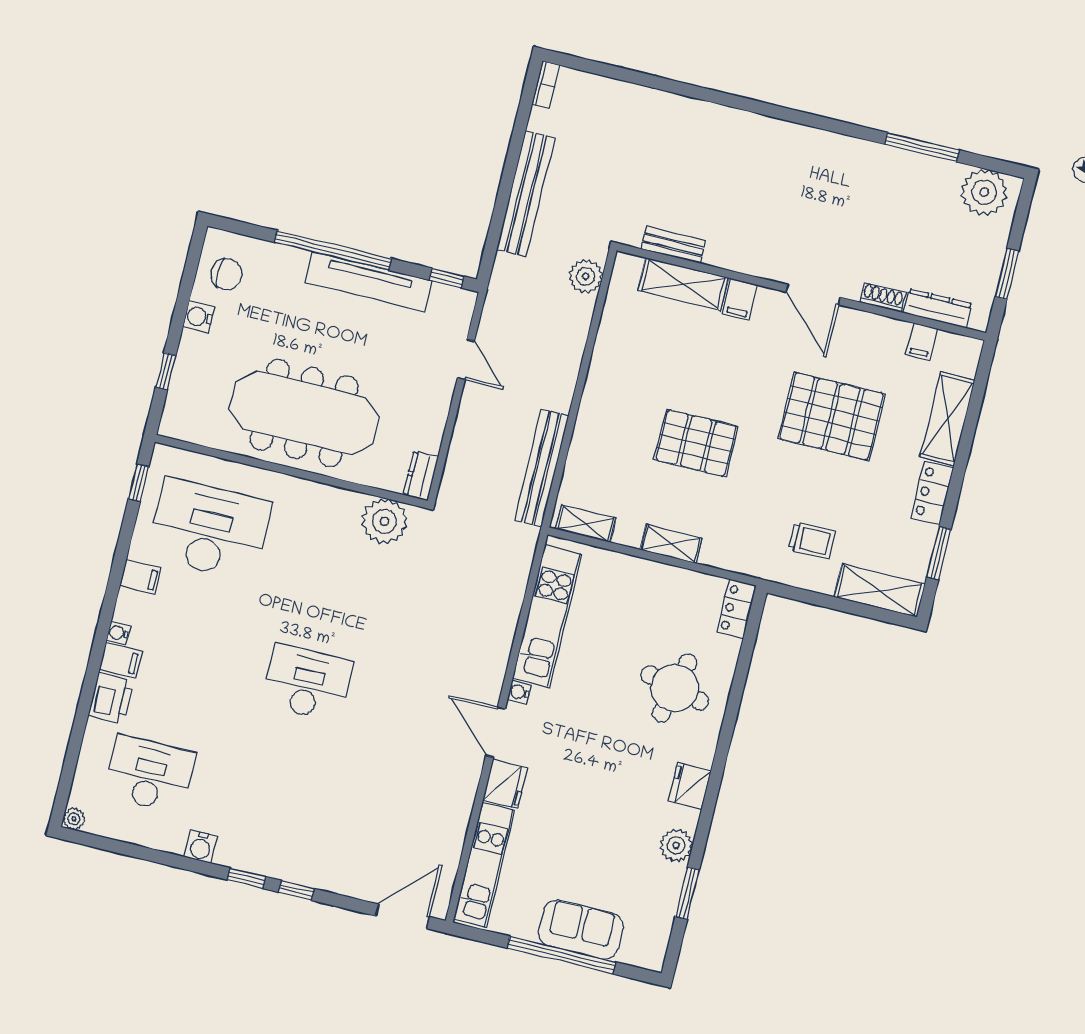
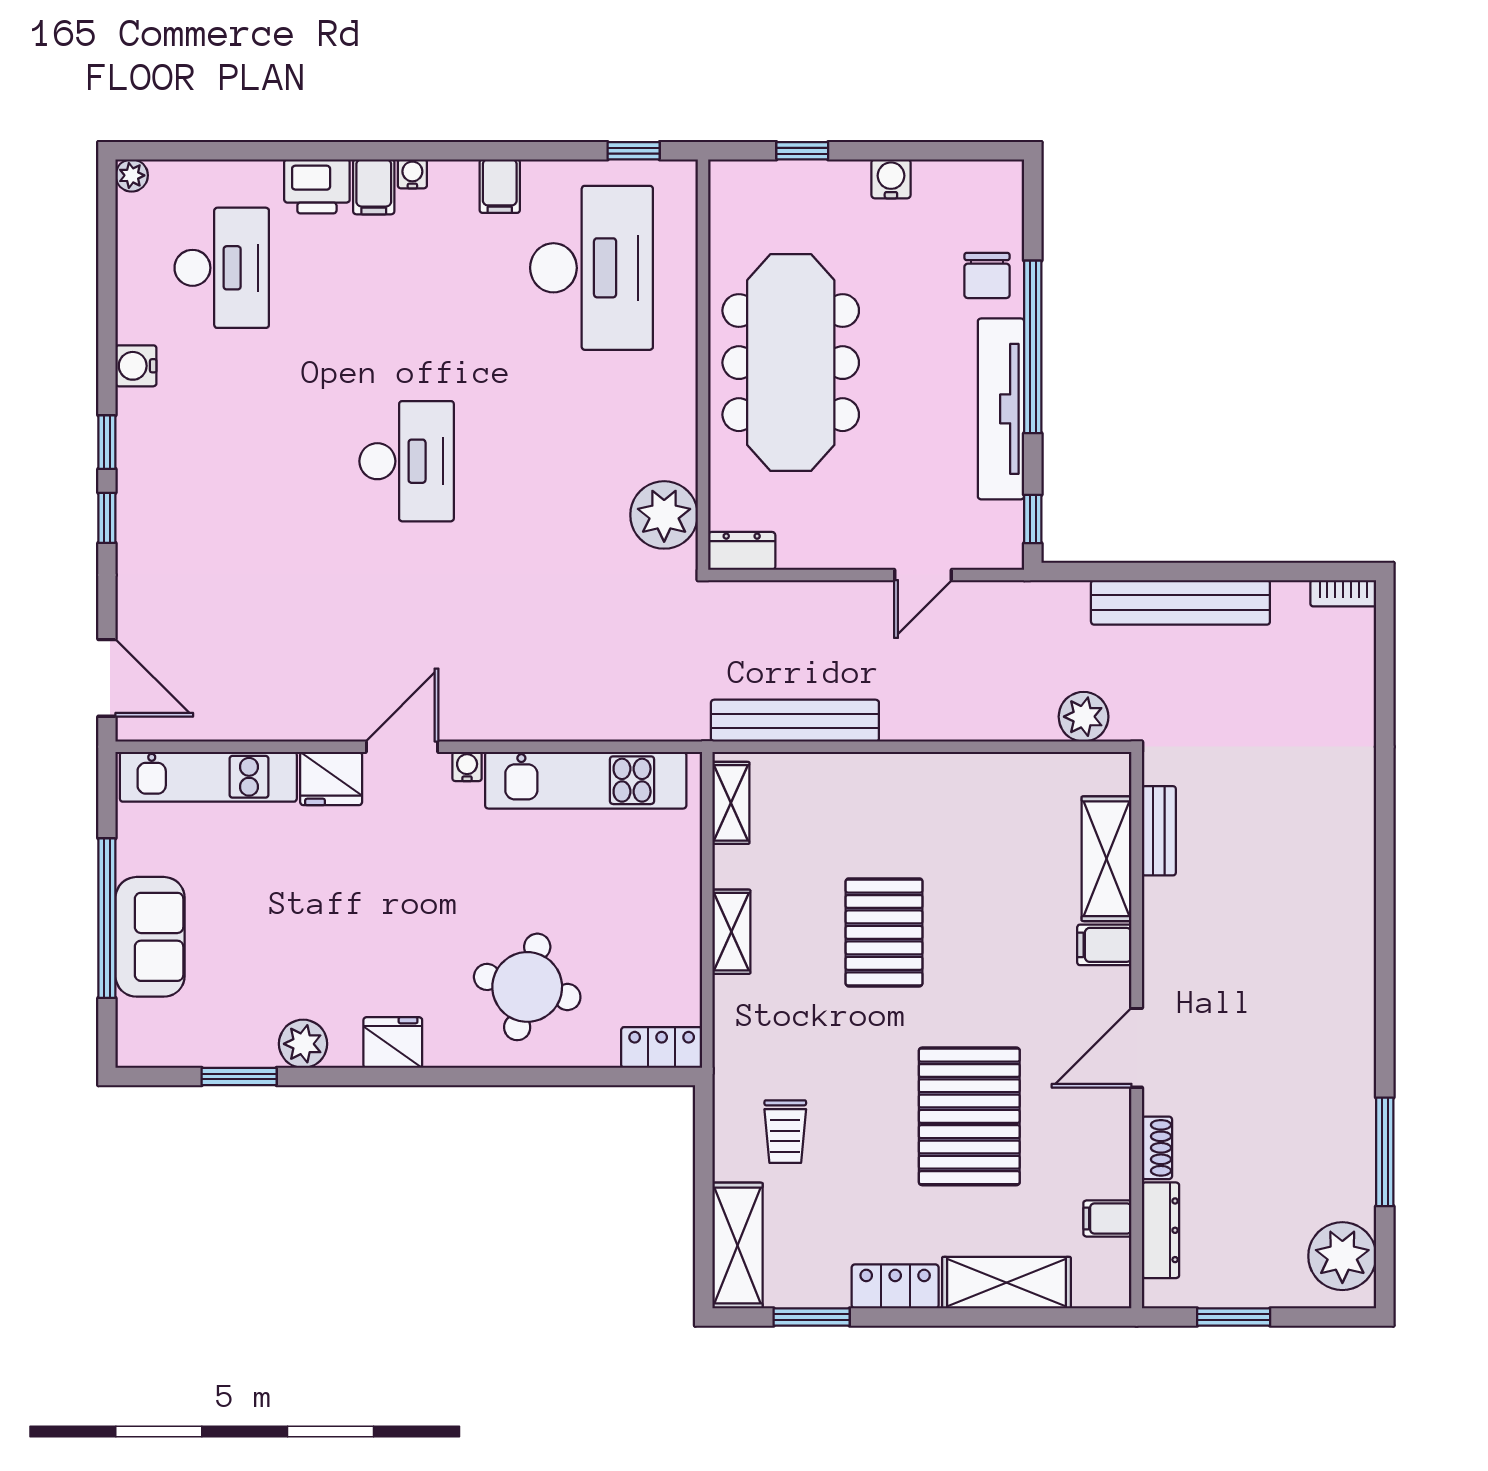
chair: (227, 274) -> (987, 275), moved

